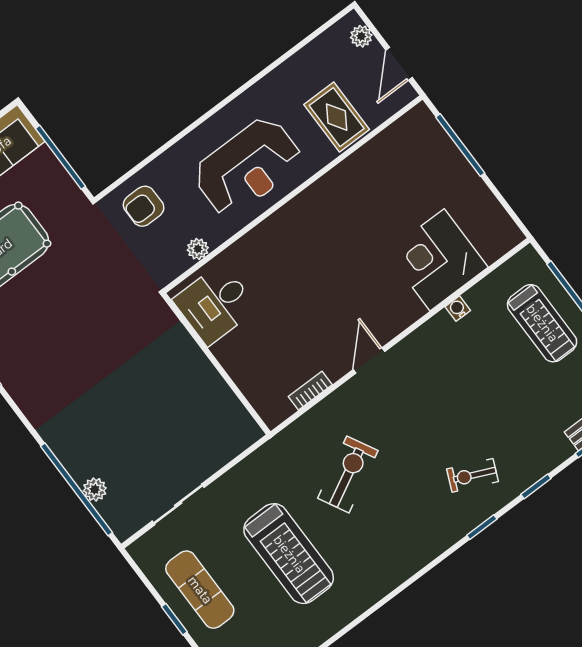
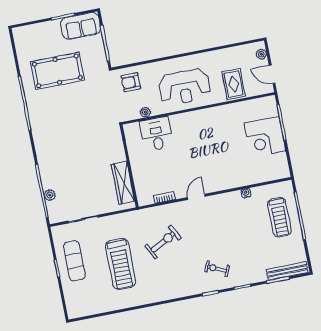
door: (399, 64) -> (272, 74), hinge flipped
corner desk: (437, 260) -> (265, 137), moved, turned -90
desk: (215, 304) -> (156, 134), moved, turned 90
wardrobe: (220, 400) -> (123, 183), added

